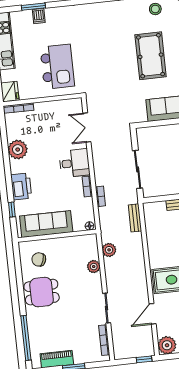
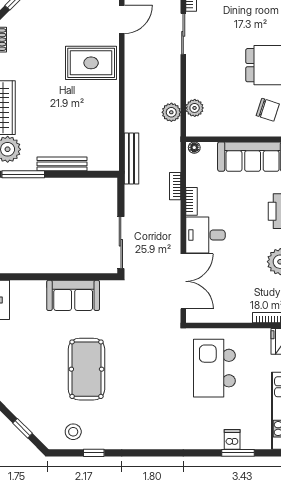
double door: (87, 128) -> (183, 281), width x1.37
sliding door: (138, 169) -> (121, 243), moved
bench: (135, 218) -> (131, 159), width x1.36
plant: (94, 267) -> (195, 108), moved

